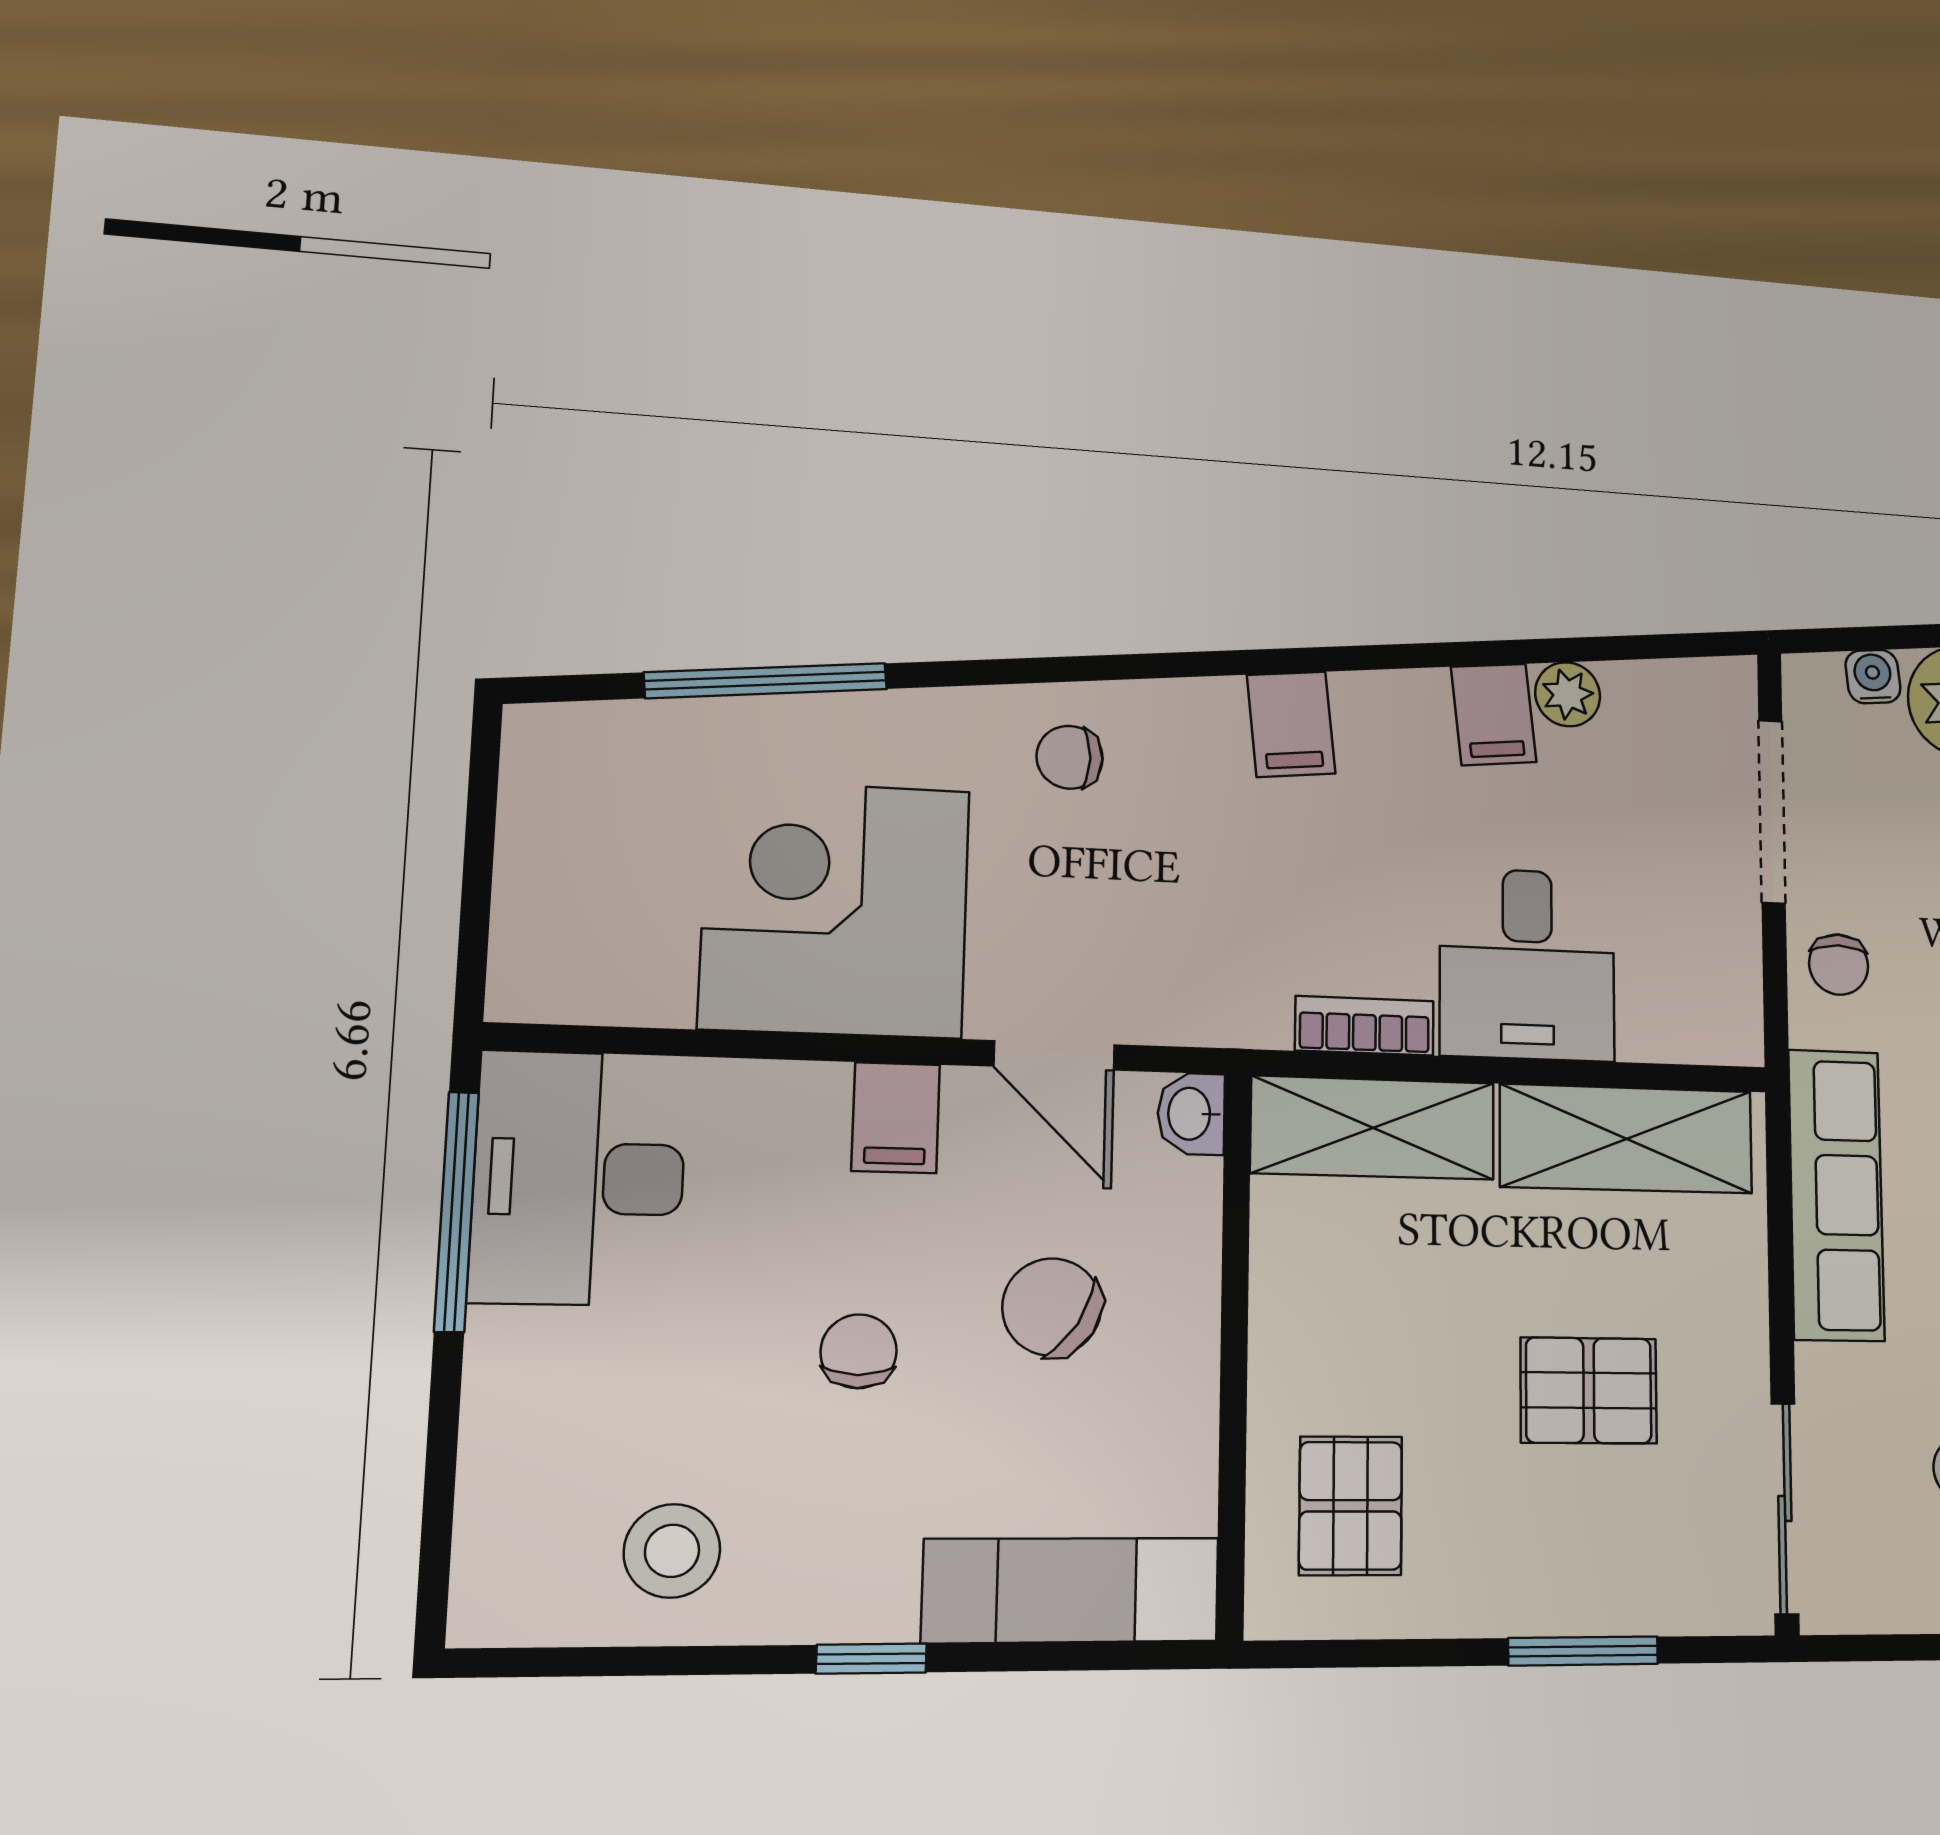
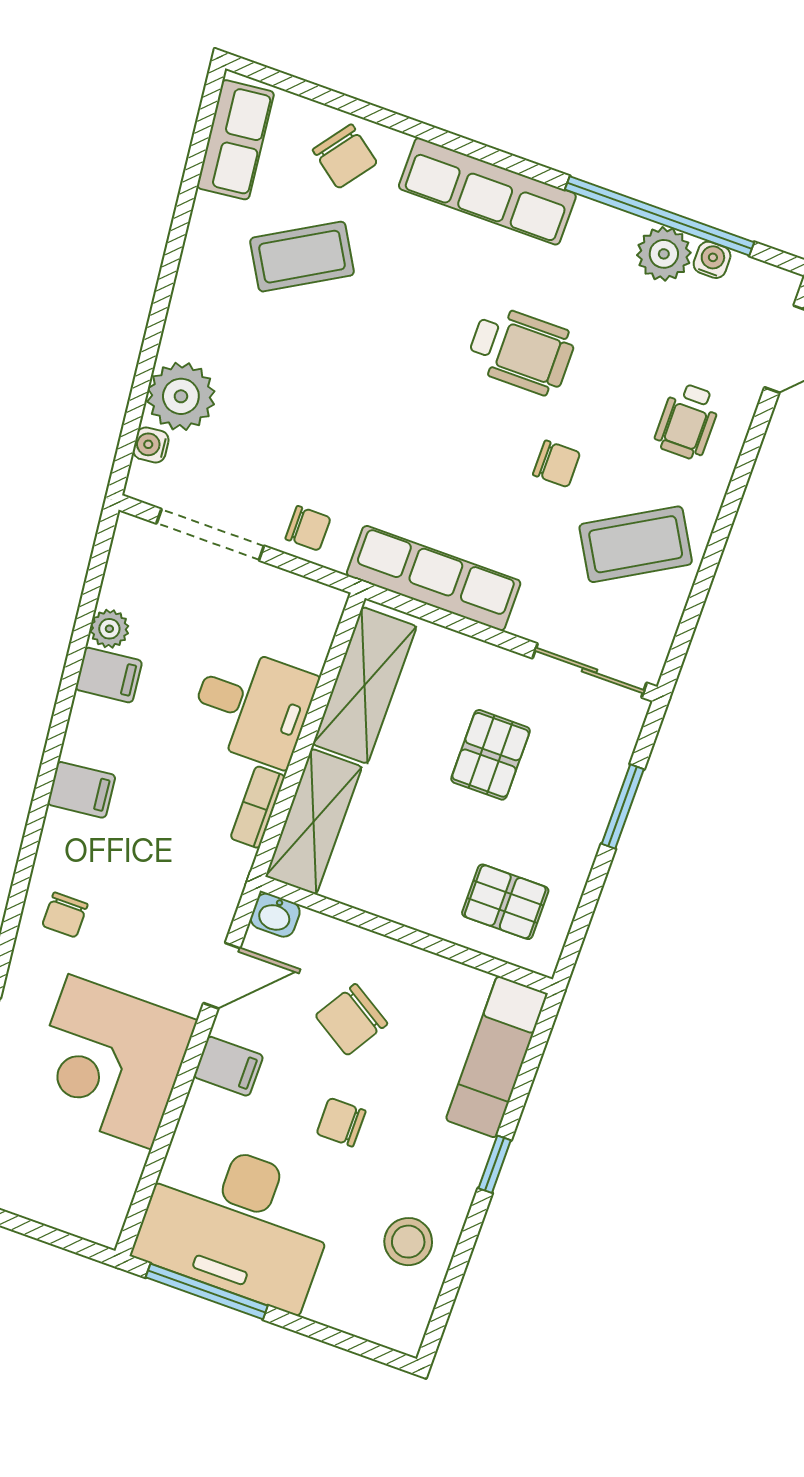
desk: (579, 1178) -> (237, 1223), width x1.36, depth x1.30

